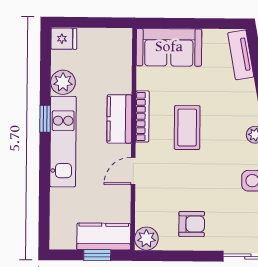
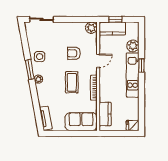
plant: (63, 82) -> (133, 46), moved
window: (45, 119) -> (141, 66), moved
kitchen counter: (119, 119) -> (105, 114), moved
armchair: (192, 224) -> (74, 53), moved

